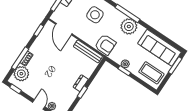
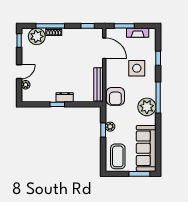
door: (64, 29) -> (104, 48), swing flipped

